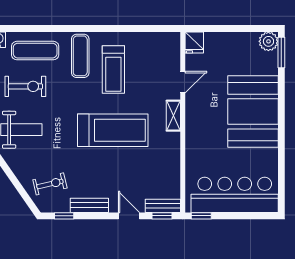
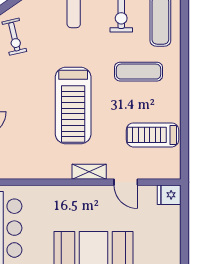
exercise mat: (80, 56) -> (138, 72), moved
treadmill: (113, 69) -> (152, 135), moved

